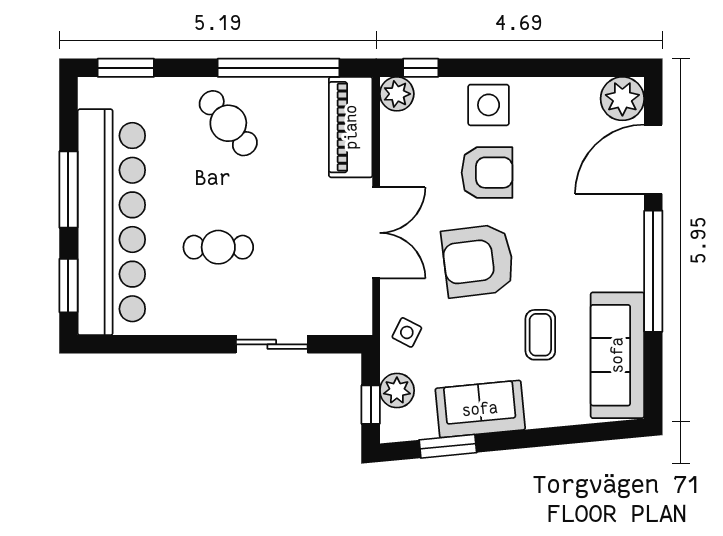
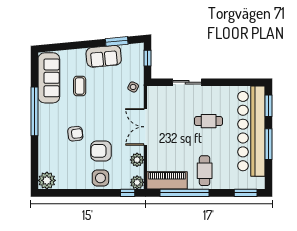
cafe table: (228, 123) -> (205, 171), turned 39
piano: (351, 127) -> (167, 180), moved, turned -90
door: (653, 159) -> (34, 156), removed
armchair: (478, 261) -> (75, 134), moved, width x0.53, depth x0.53
plant: (397, 390) -> (137, 160), moved

